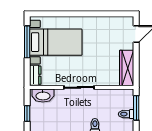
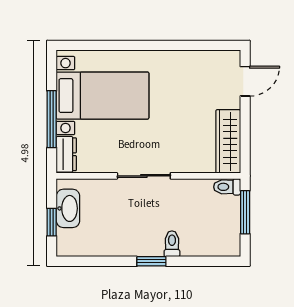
window: (27, 42) -> (52, 119), moved
washbasin: (43, 96) -> (68, 208), moved, turned -90
toilet: (126, 114) -> (227, 187), moved

